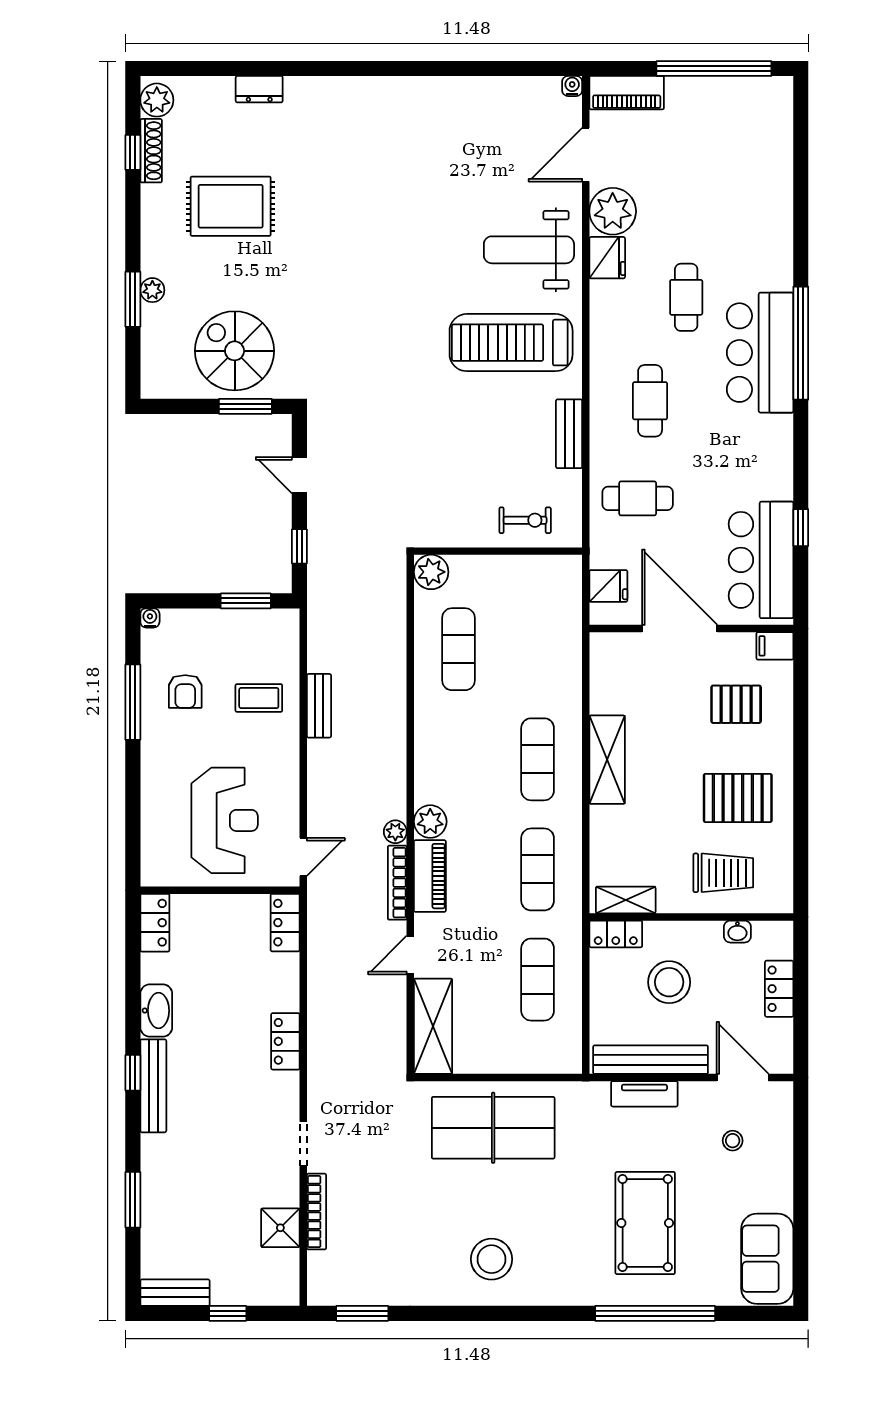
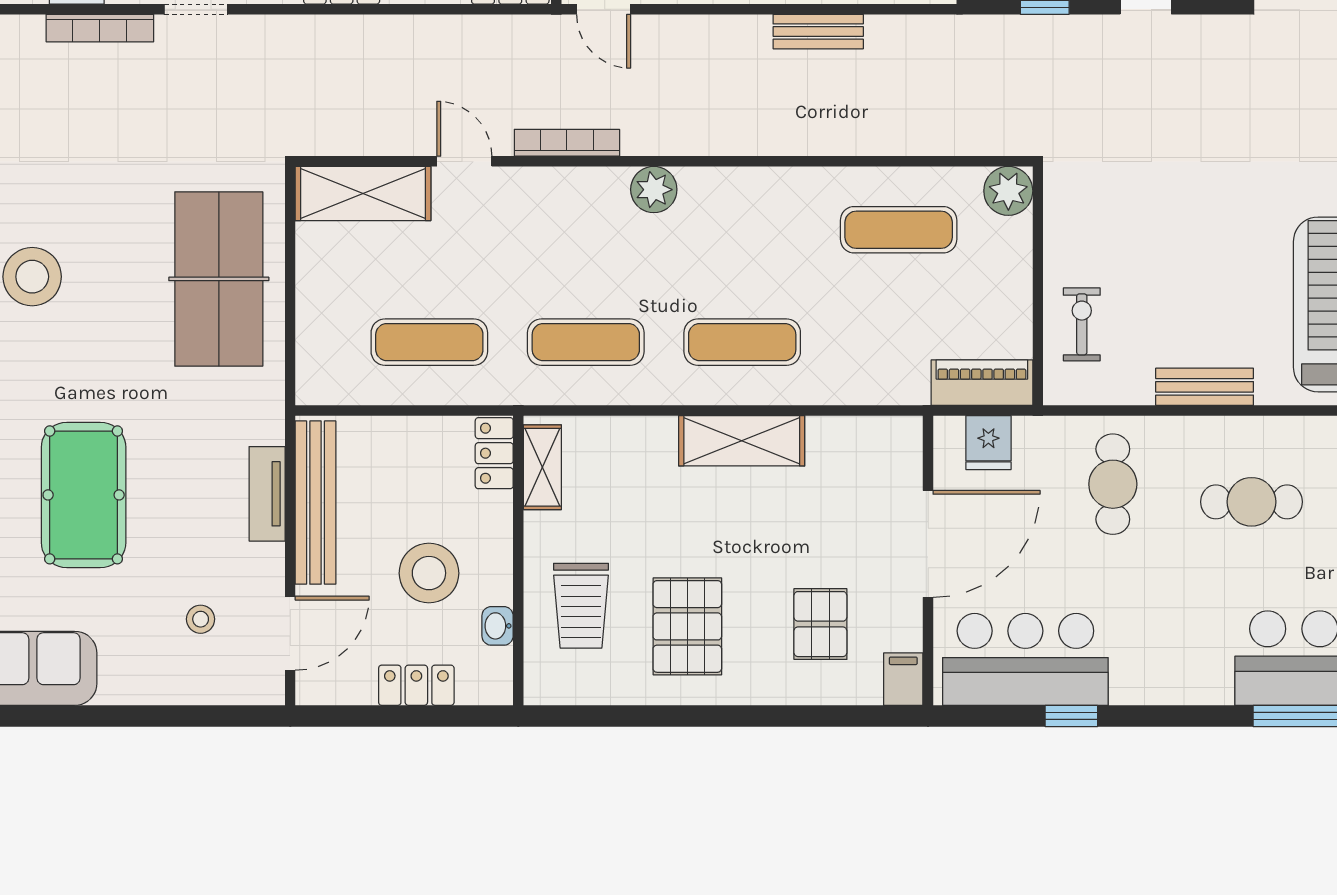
exercise bike: (525, 520) -> (1082, 324), turned 180
plant: (395, 832) -> (639, 140), removed
piano: (430, 876) -> (982, 383), moved, turned 180
stool: (669, 982) -> (429, 573), moved
pool table: (645, 1223) -> (84, 495), turned 90

